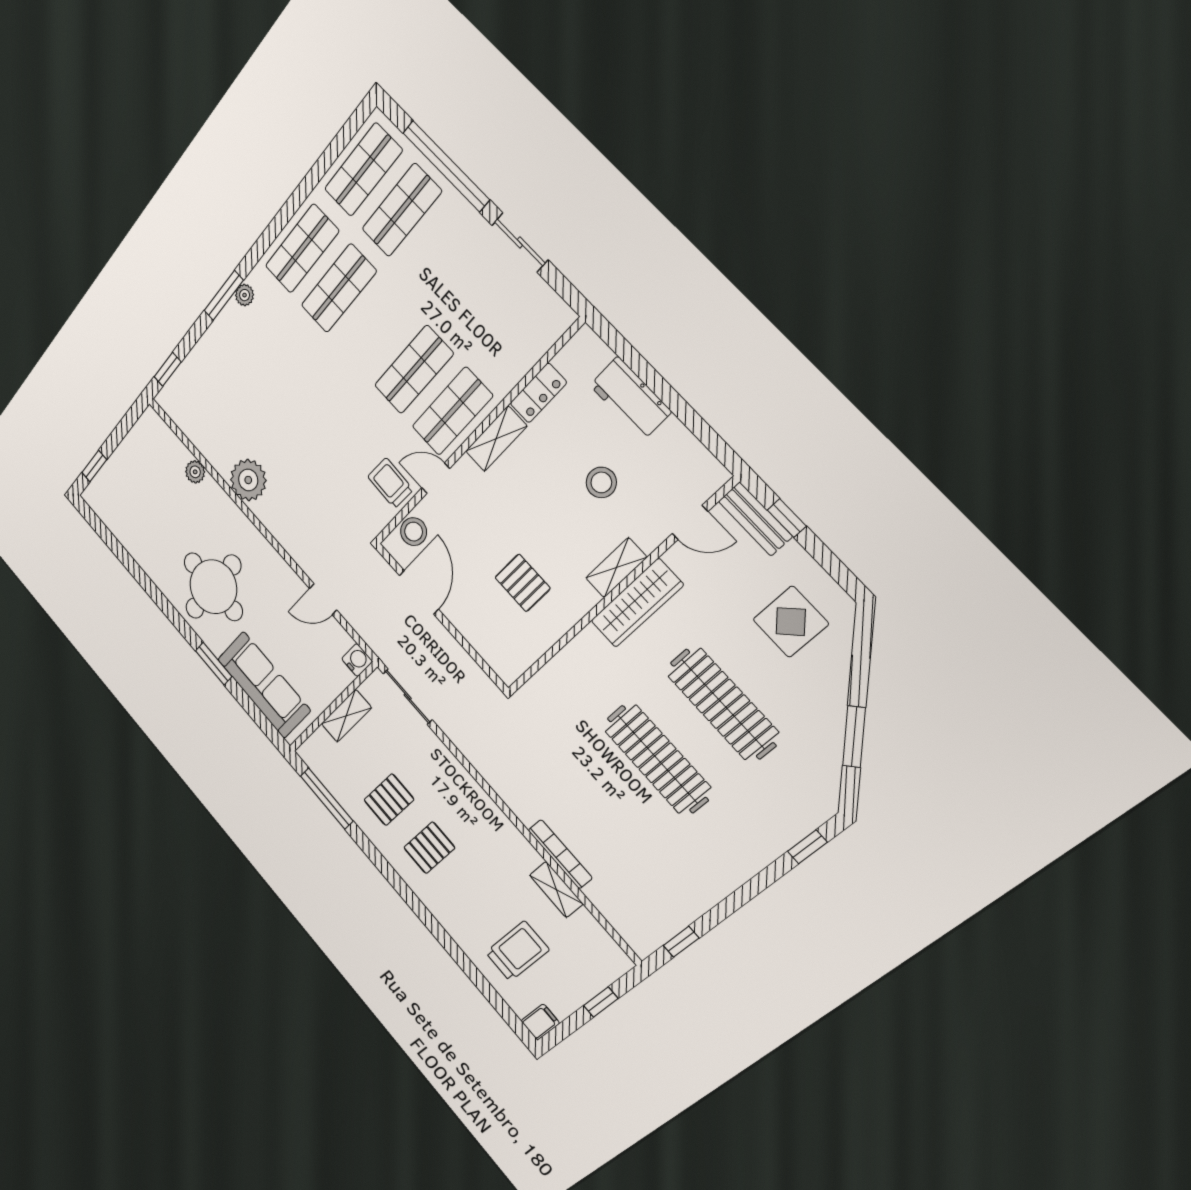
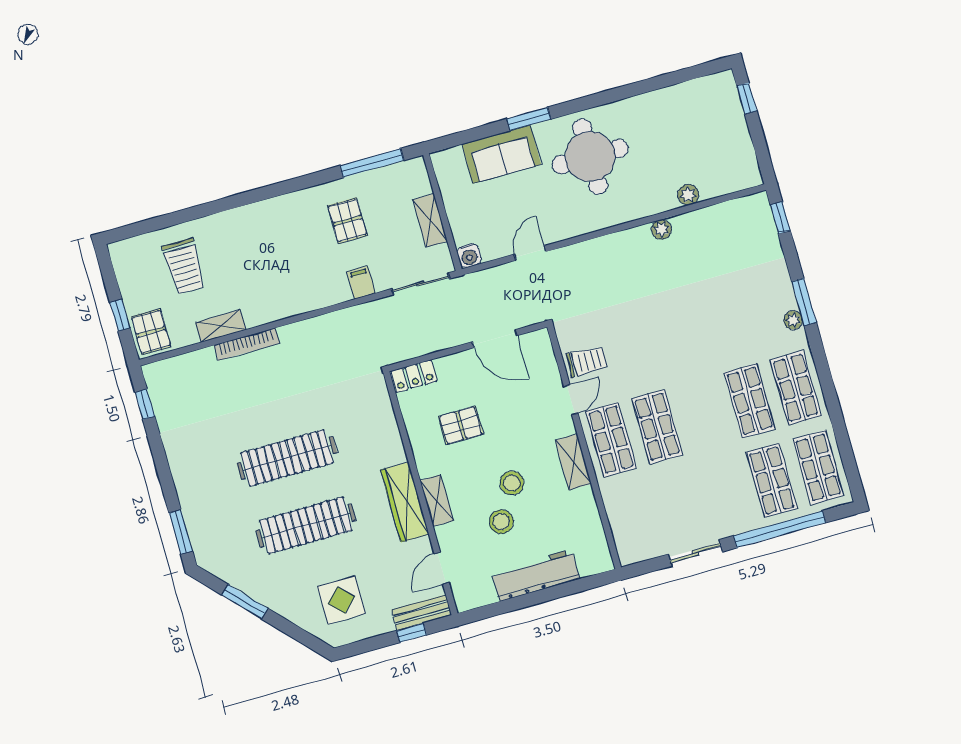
locker: (538, 393) -> (414, 376), moved, turned -90
workbench: (630, 398) -> (536, 575), width x1.38
plant: (248, 480) -> (661, 229), width x0.53, depth x0.53
stool: (414, 532) -> (512, 483), moved
sofa: (264, 685) -> (502, 154), width x0.73
window: (807, 847) -> (181, 532), width x1.50
pallet: (429, 848) -> (151, 332), moved
filing cabinet: (540, 1022) -> (361, 283), moved, turned 180

